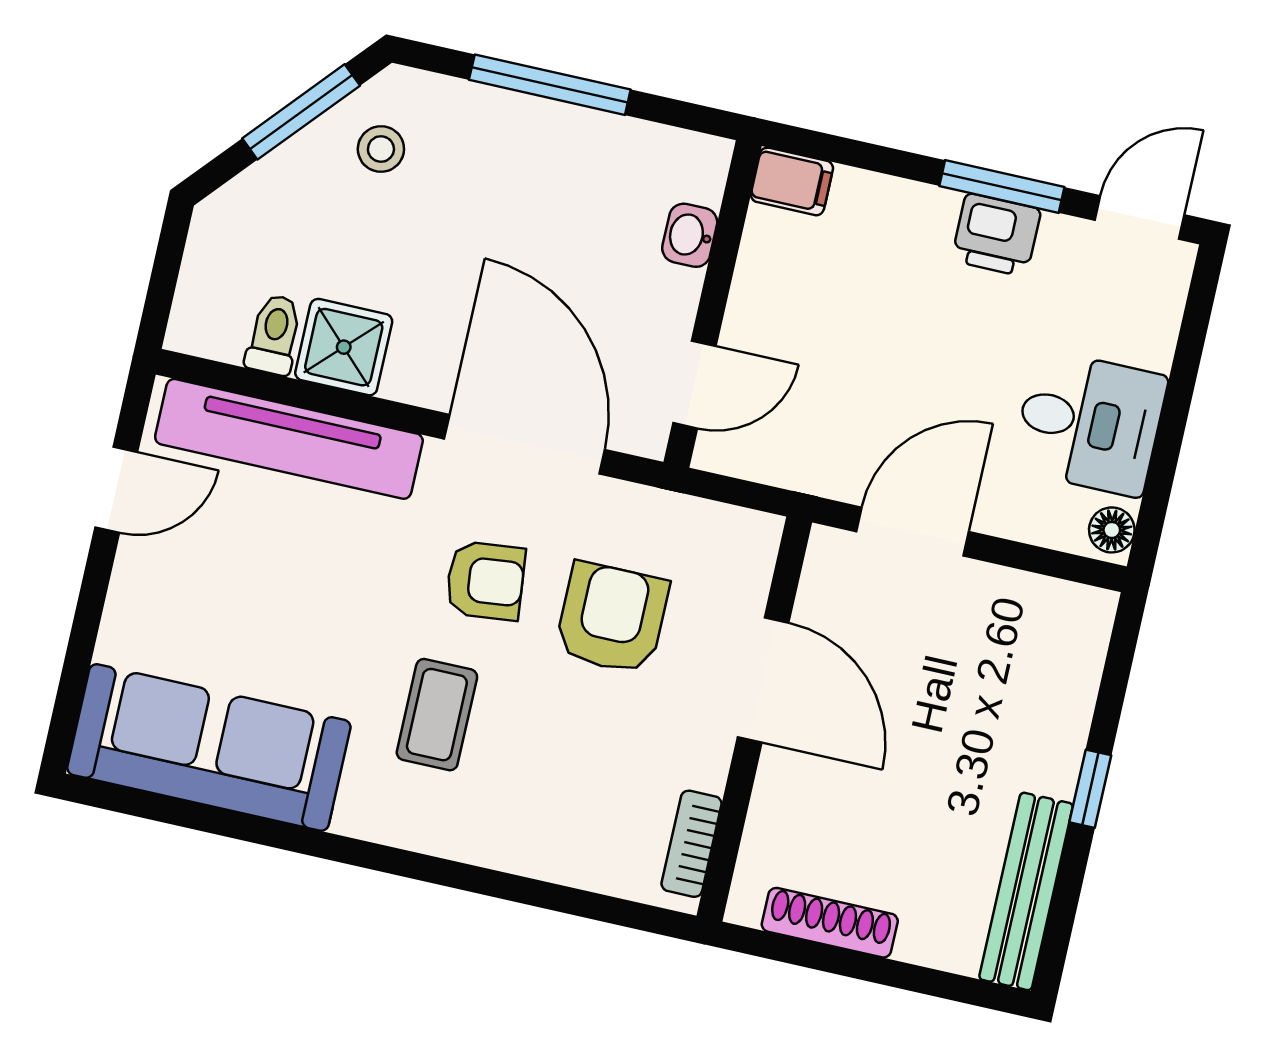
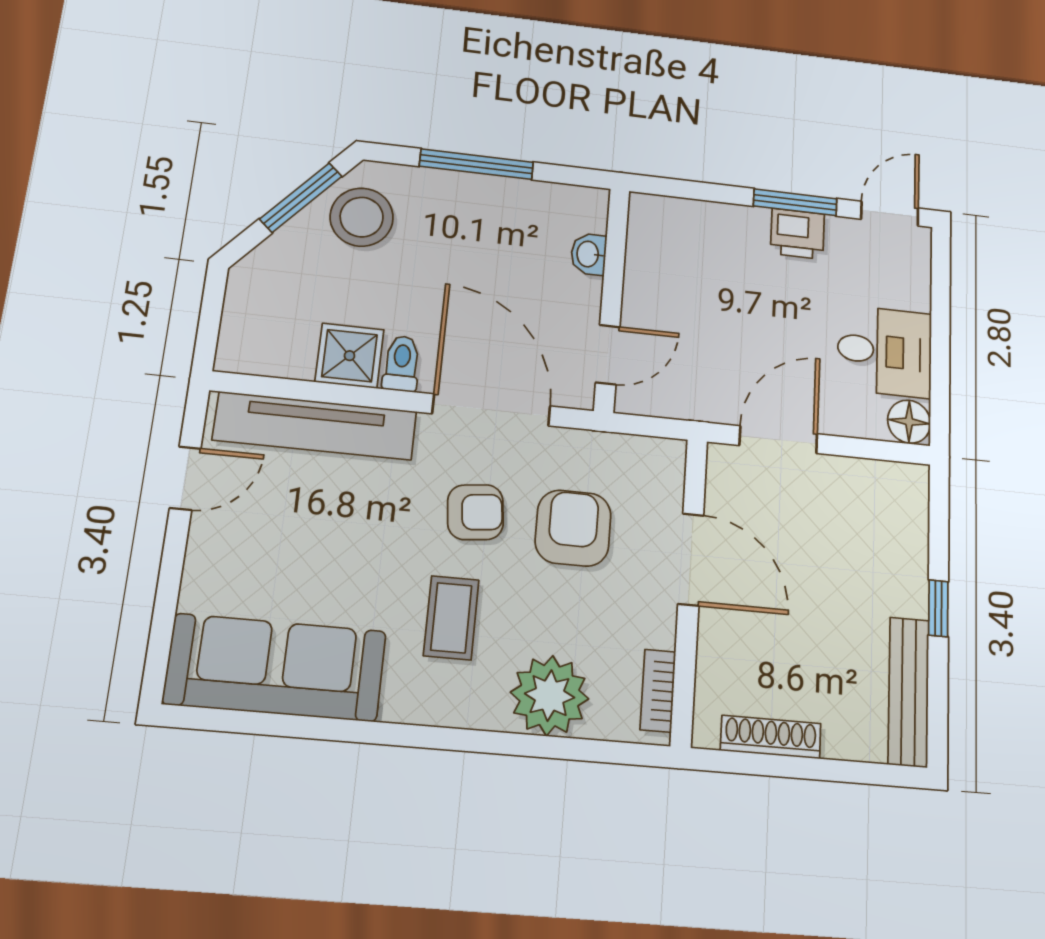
stool: (381, 149) -> (362, 217), width x1.89, depth x1.89
filing cabinet: (792, 181) -> (653, 212), removed
toilet: (274, 335) -> (402, 363), moved
floor lamp: (1112, 530) -> (909, 422), width x1.37, depth x1.37
plant: (550, 830) -> (550, 696), added

